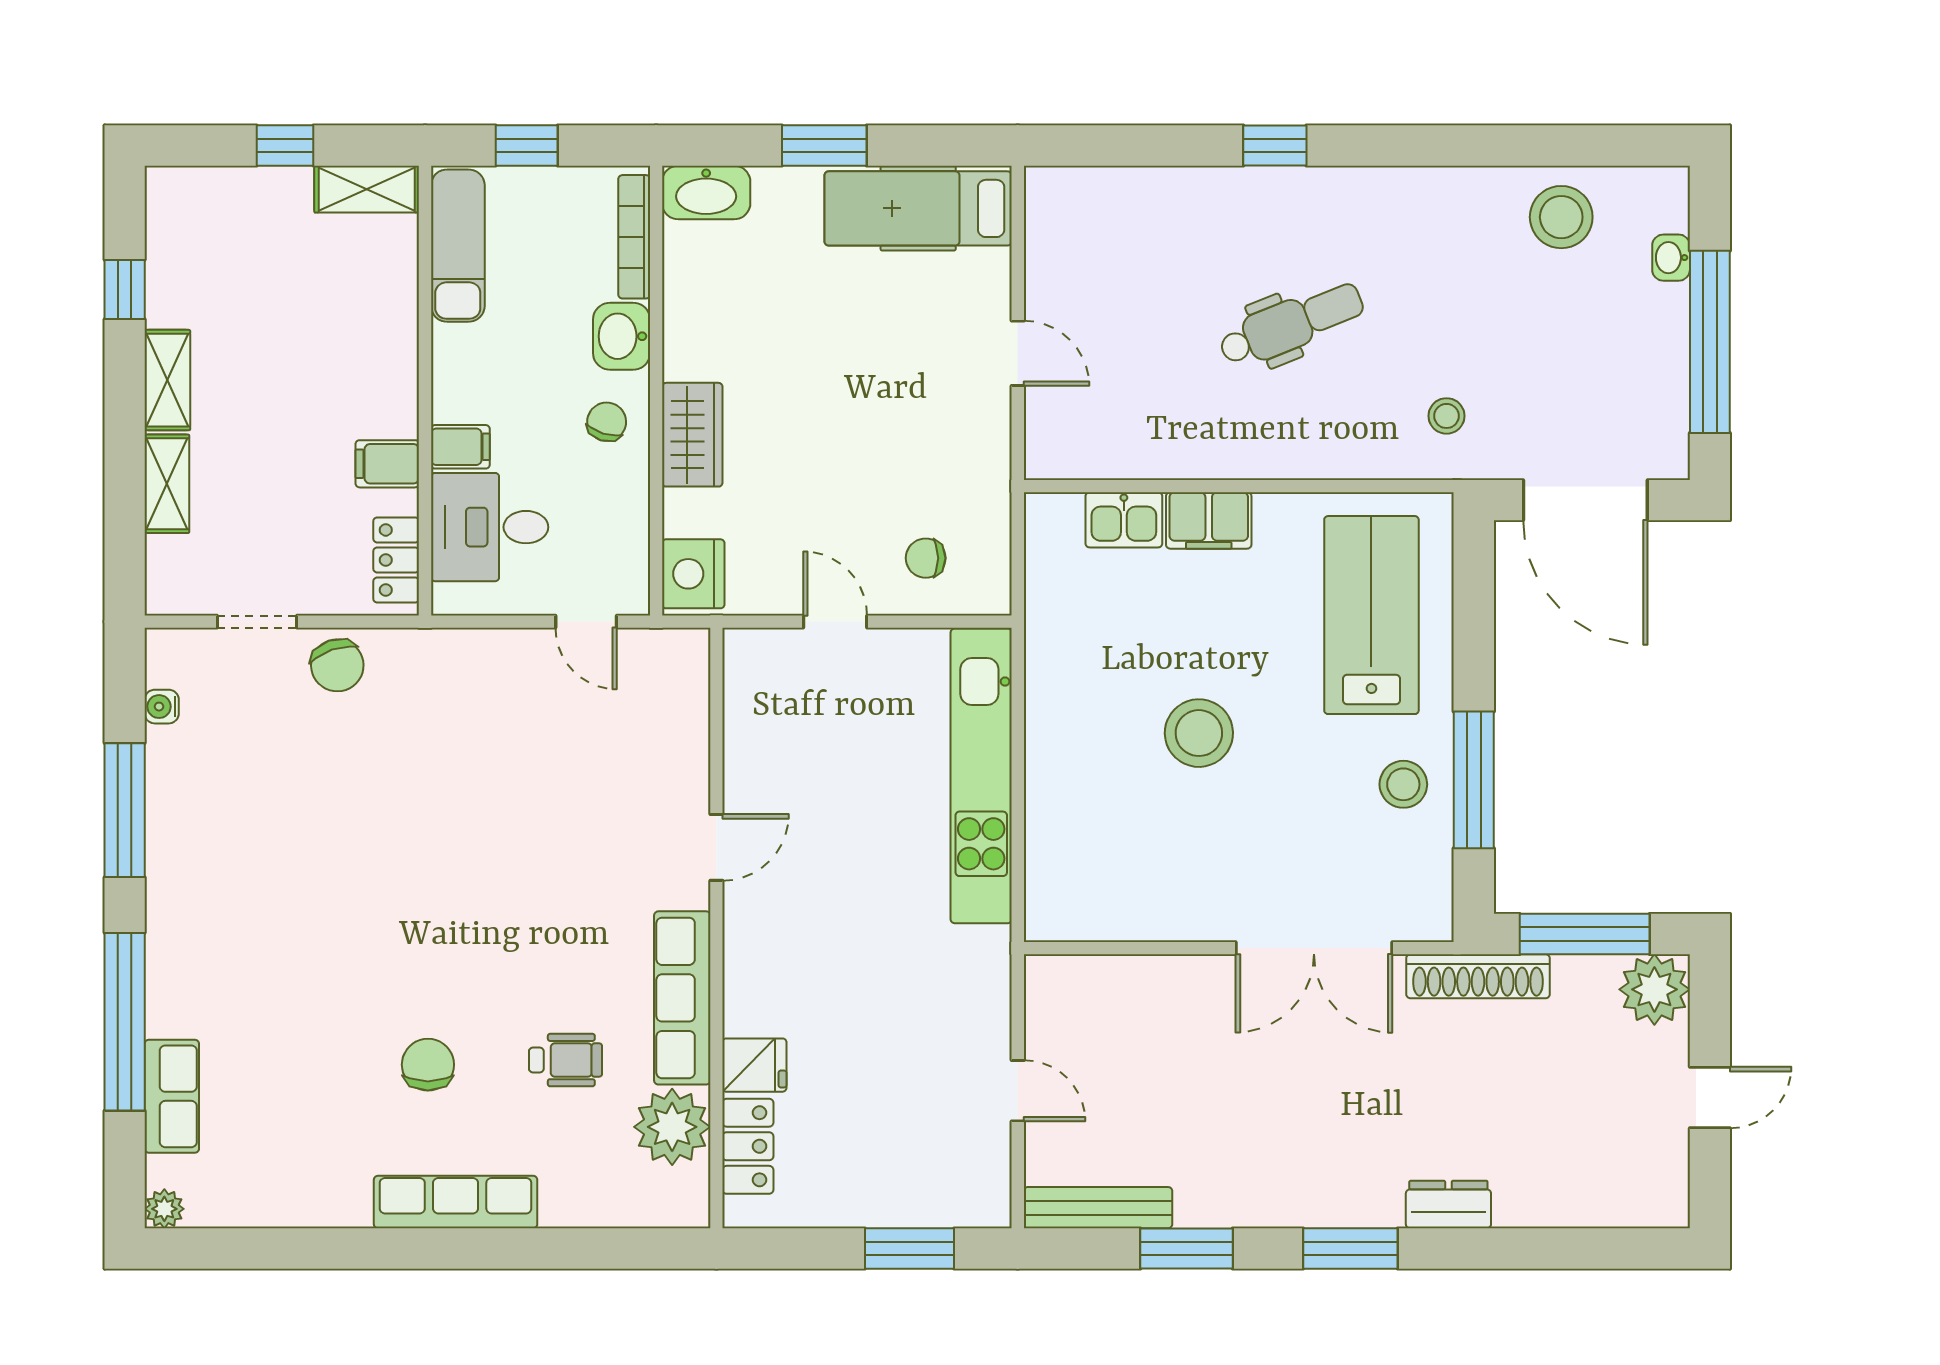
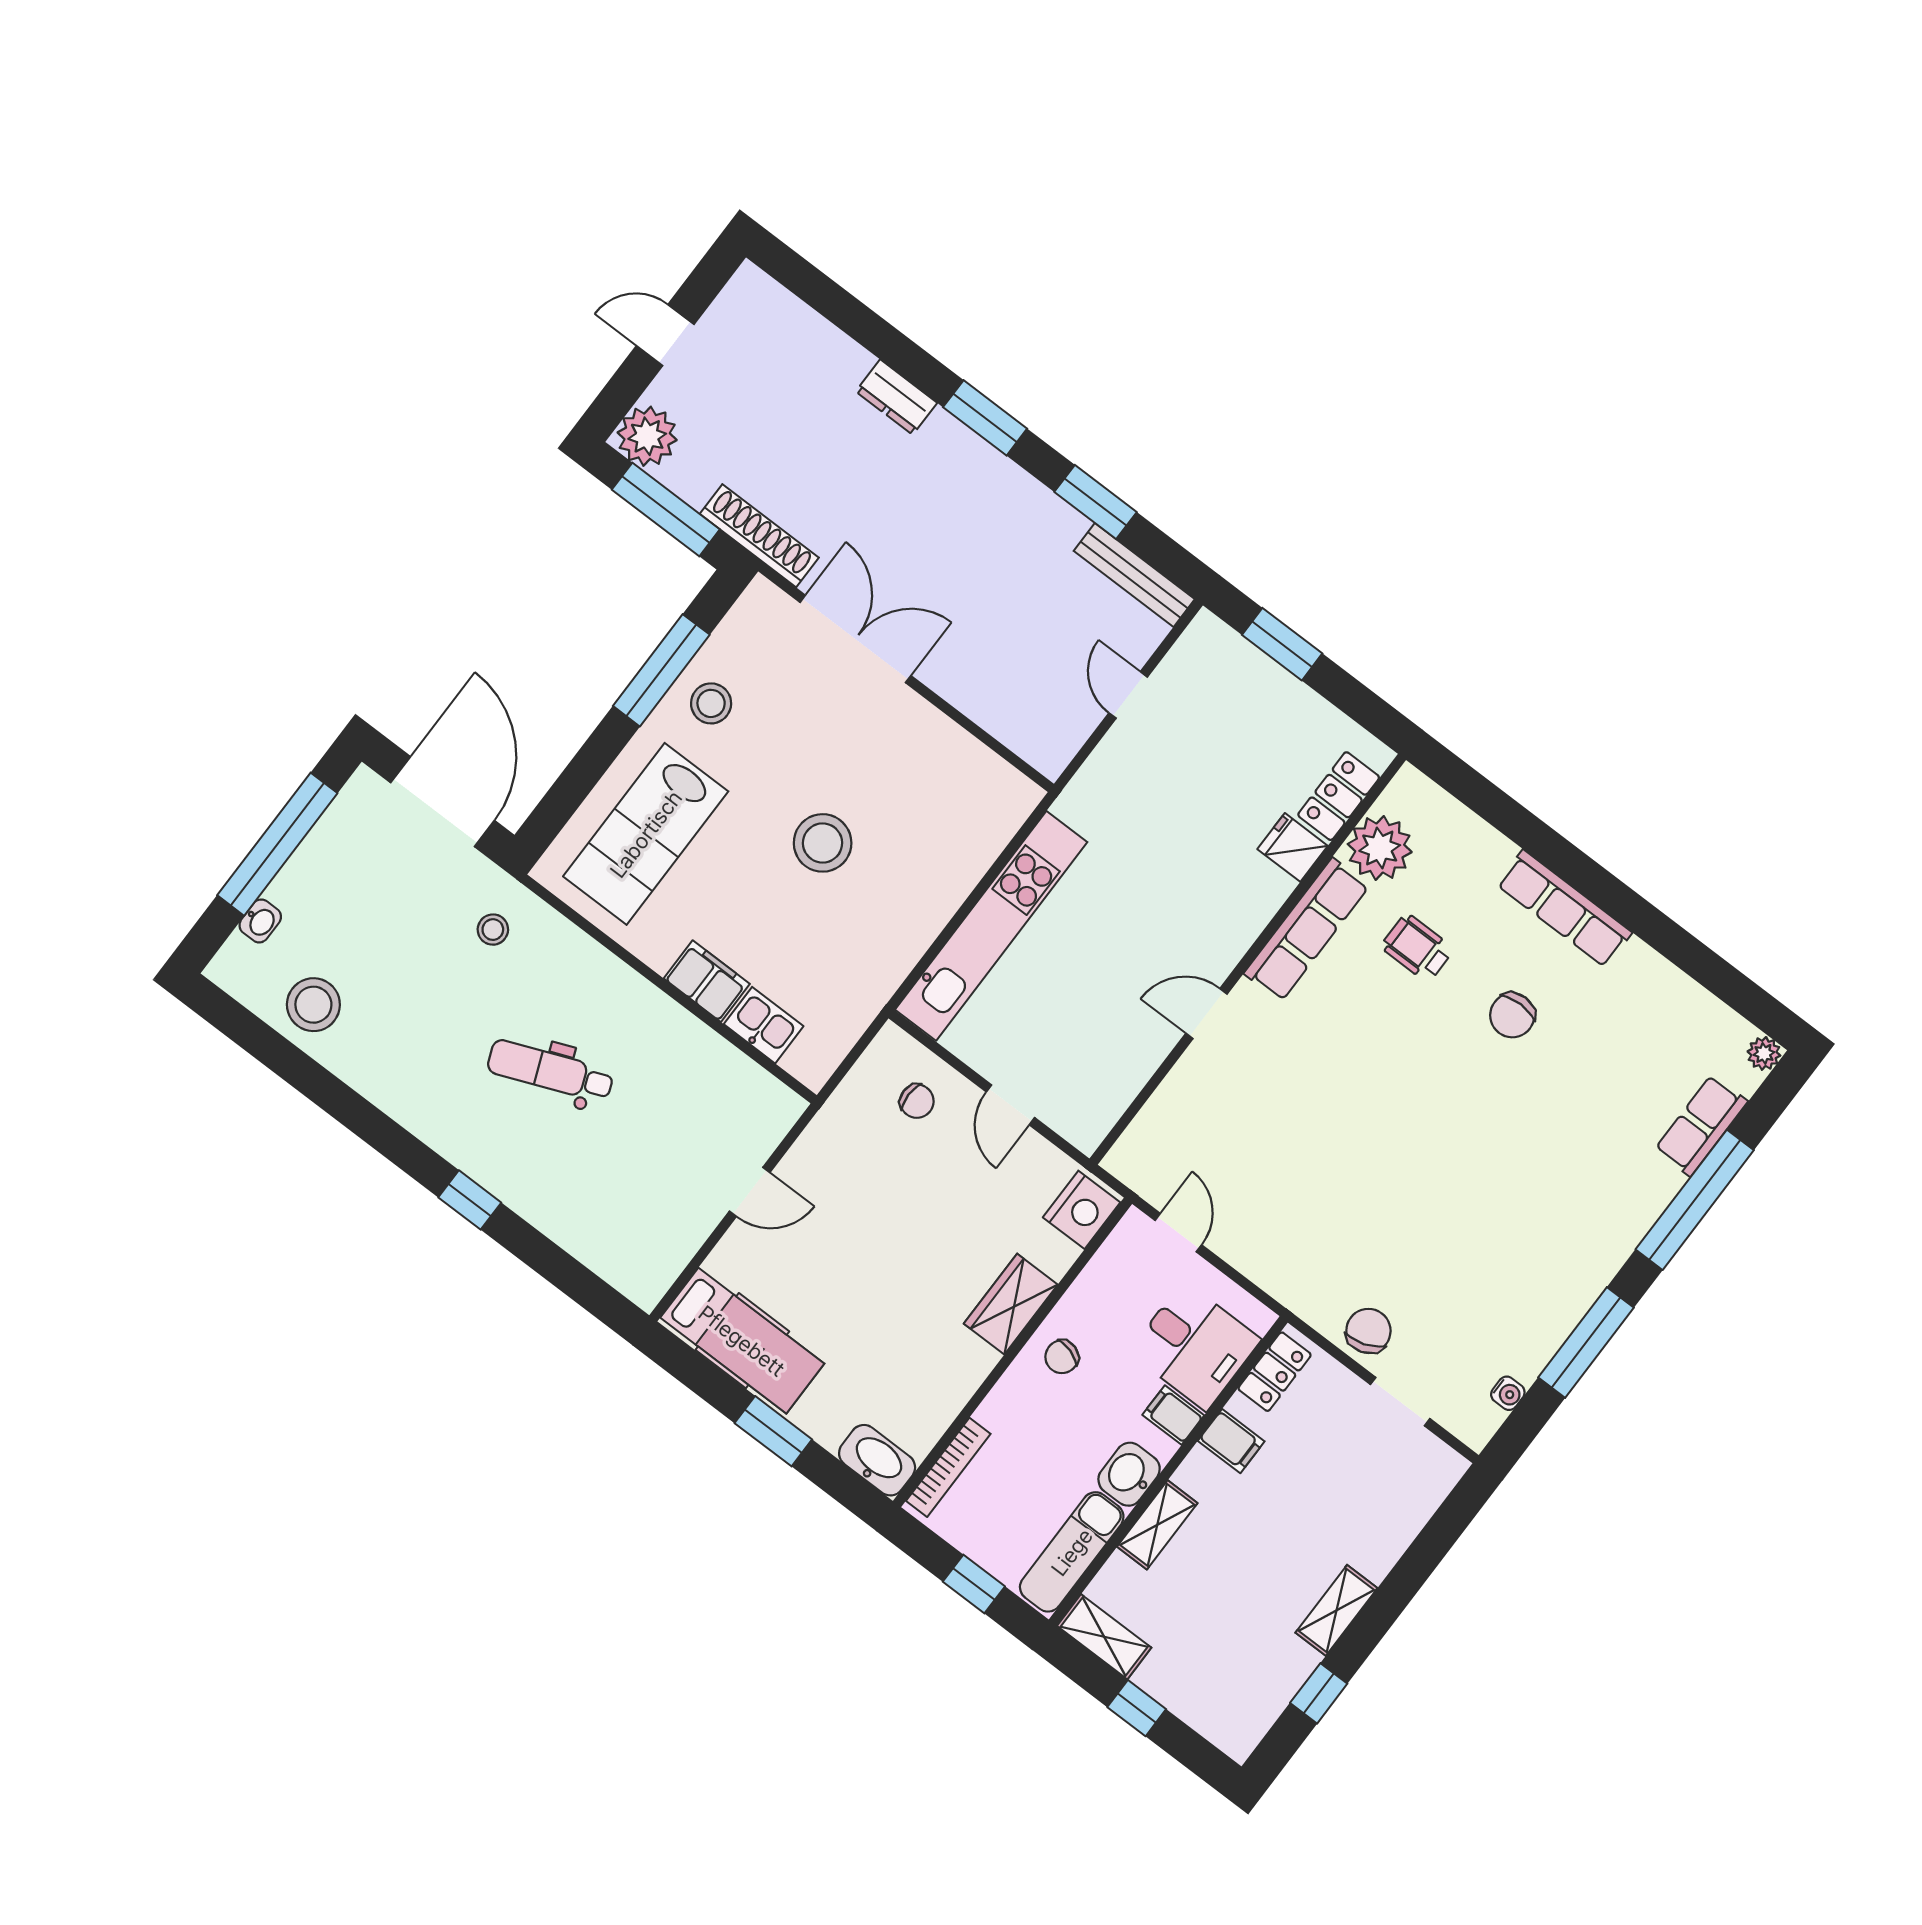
washbasin: (622, 336) -> (1129, 1474), moved, turned 180
door: (1018, 353) -> (750, 1192), swing flipped
shelving: (167, 484) -> (1157, 1525), moved

